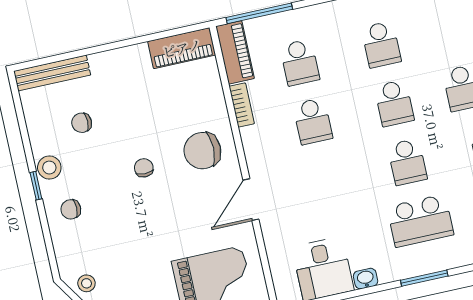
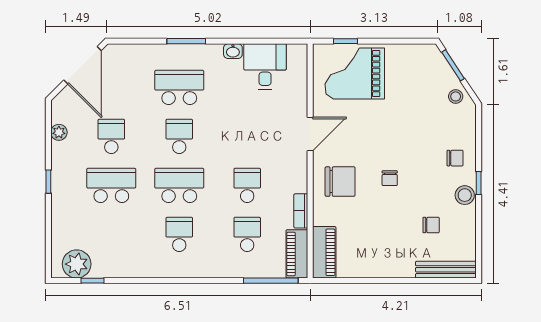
piano: (182, 48) -> (324, 252), moved, turned 90
school desk: (394, 103) -> (179, 185), width x1.85

